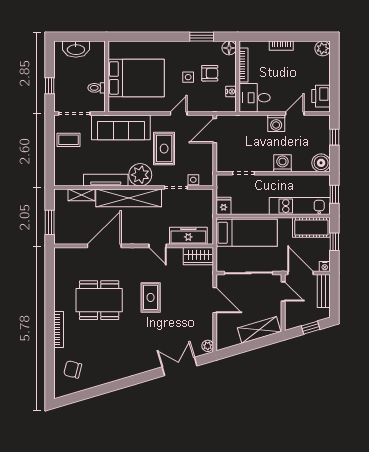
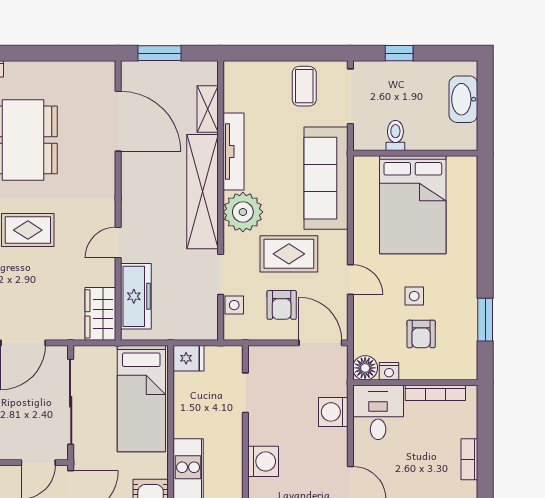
floor lamp: (229, 48) -> (365, 368), moved
washing machine: (276, 123) -> (333, 412), moved
armchair: (193, 153) -> (282, 305), added
door: (104, 246) -> (118, 121), moved

